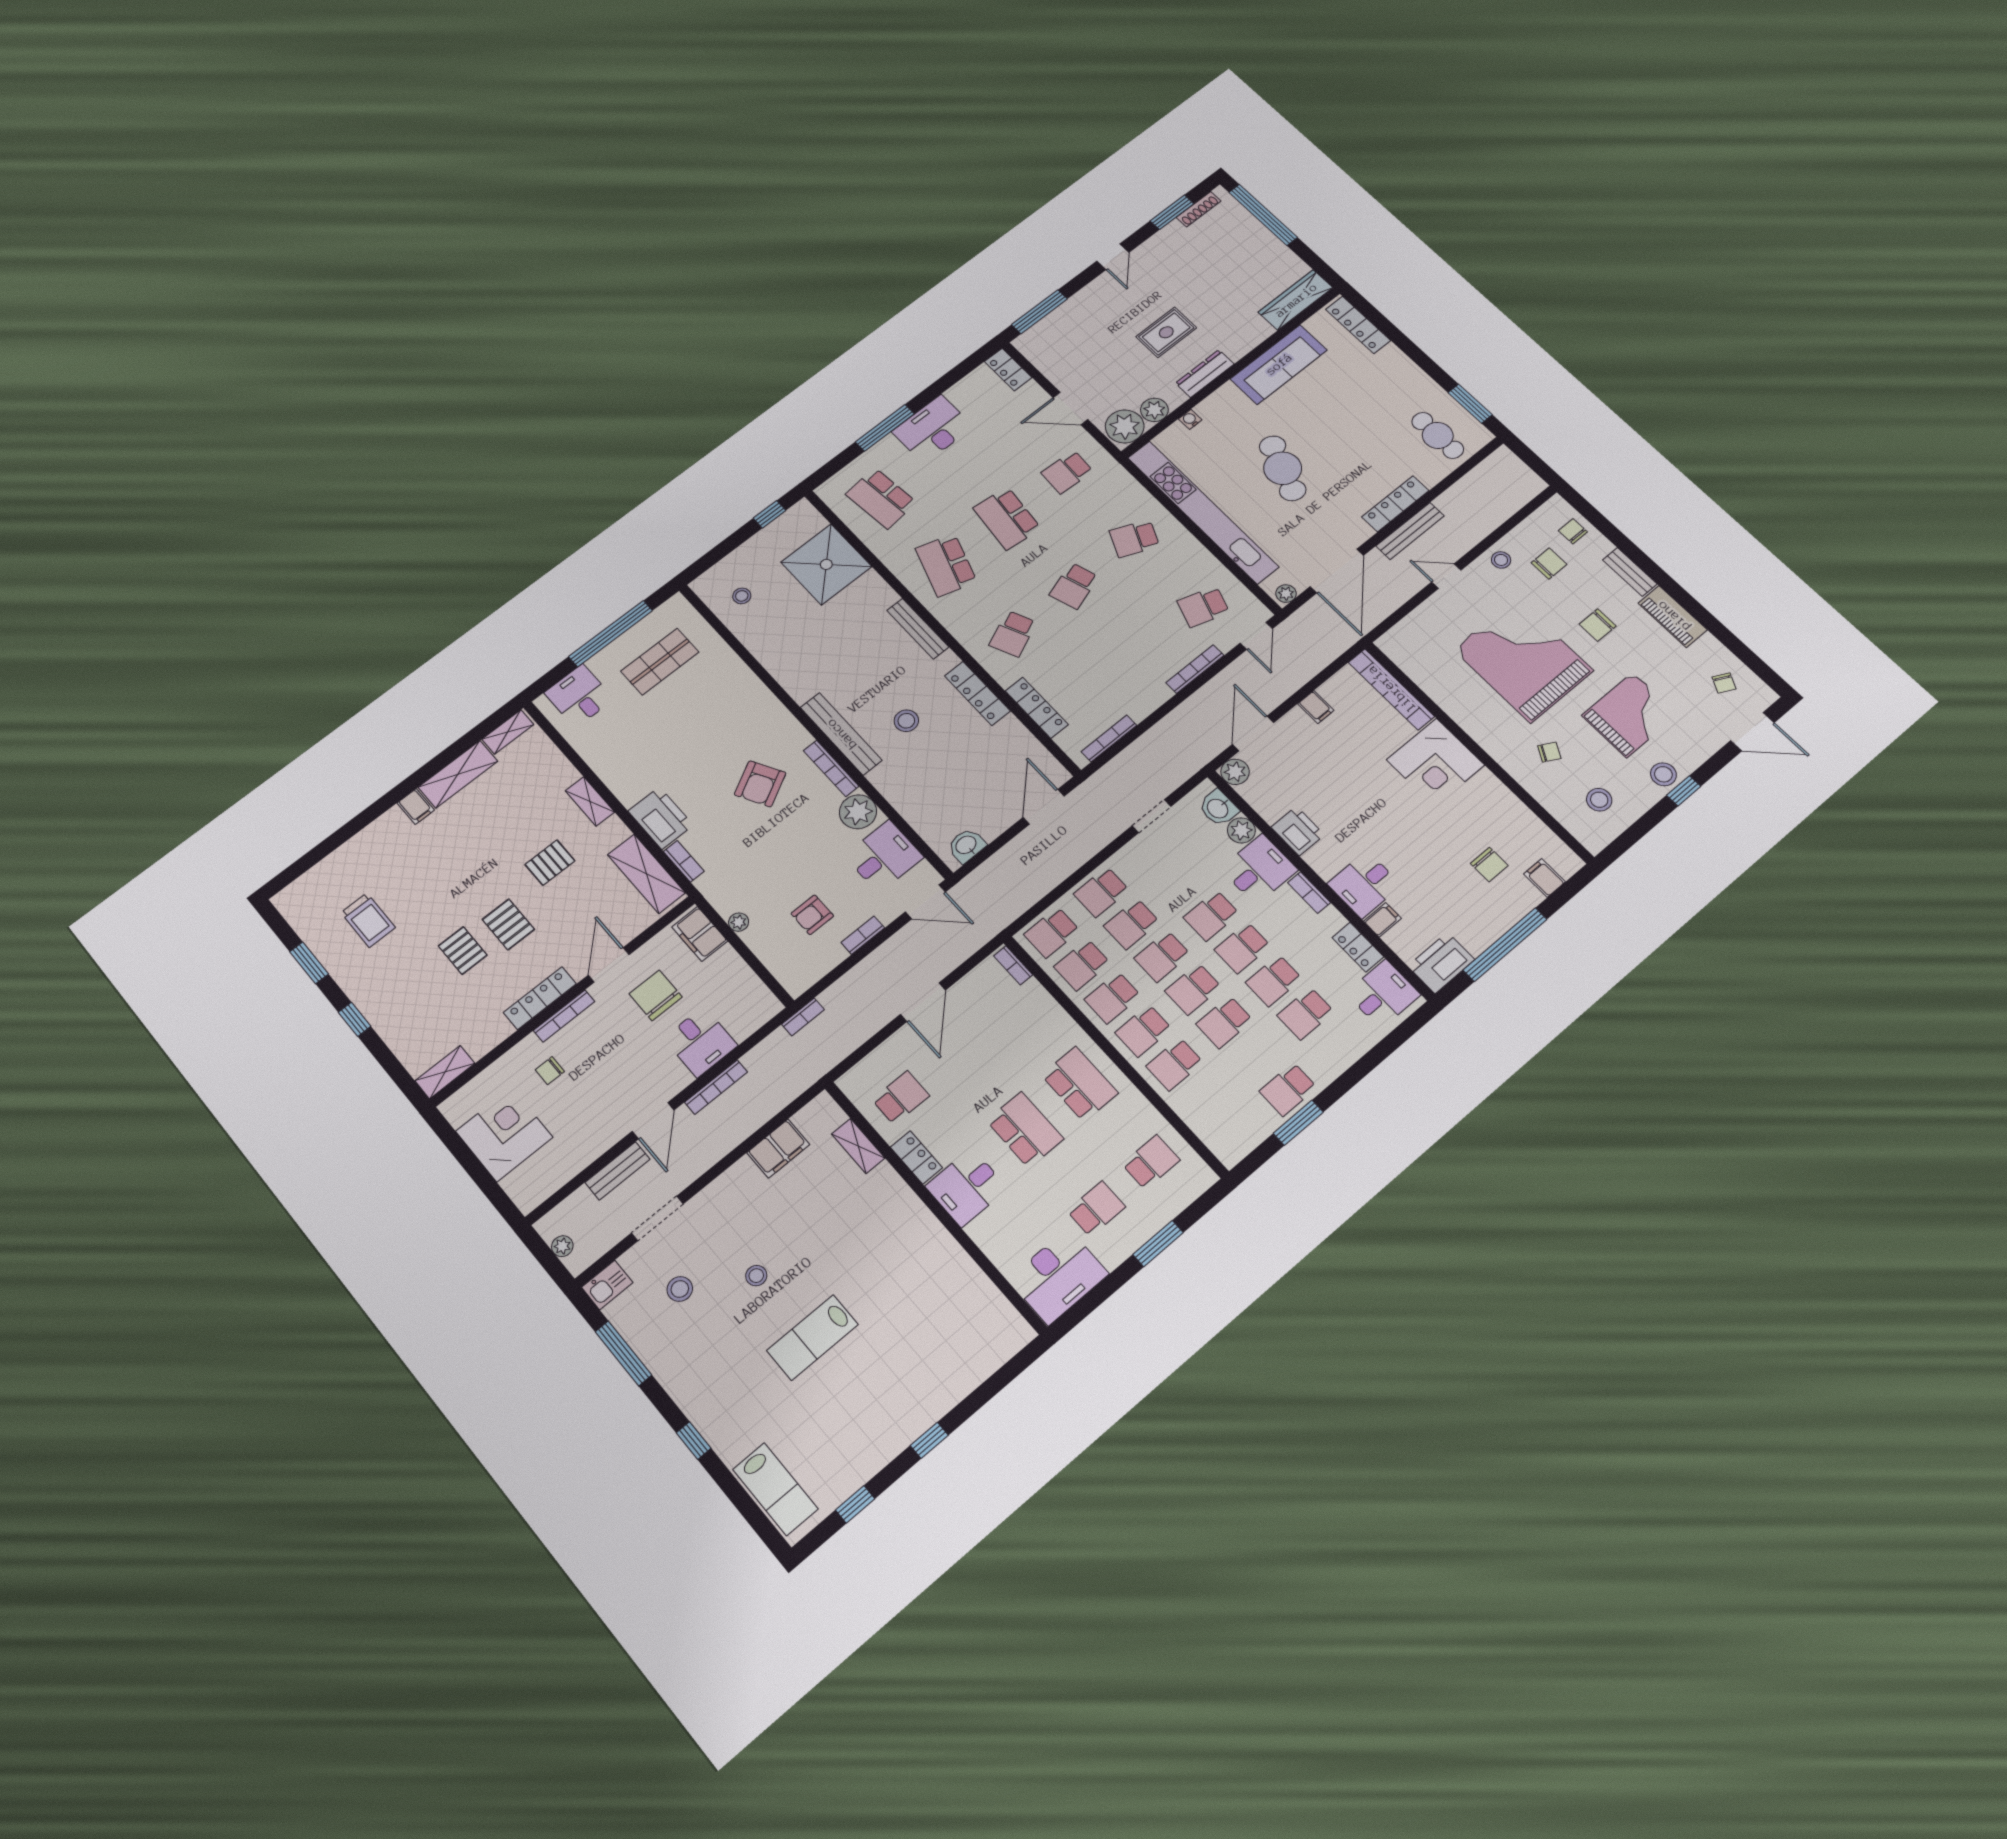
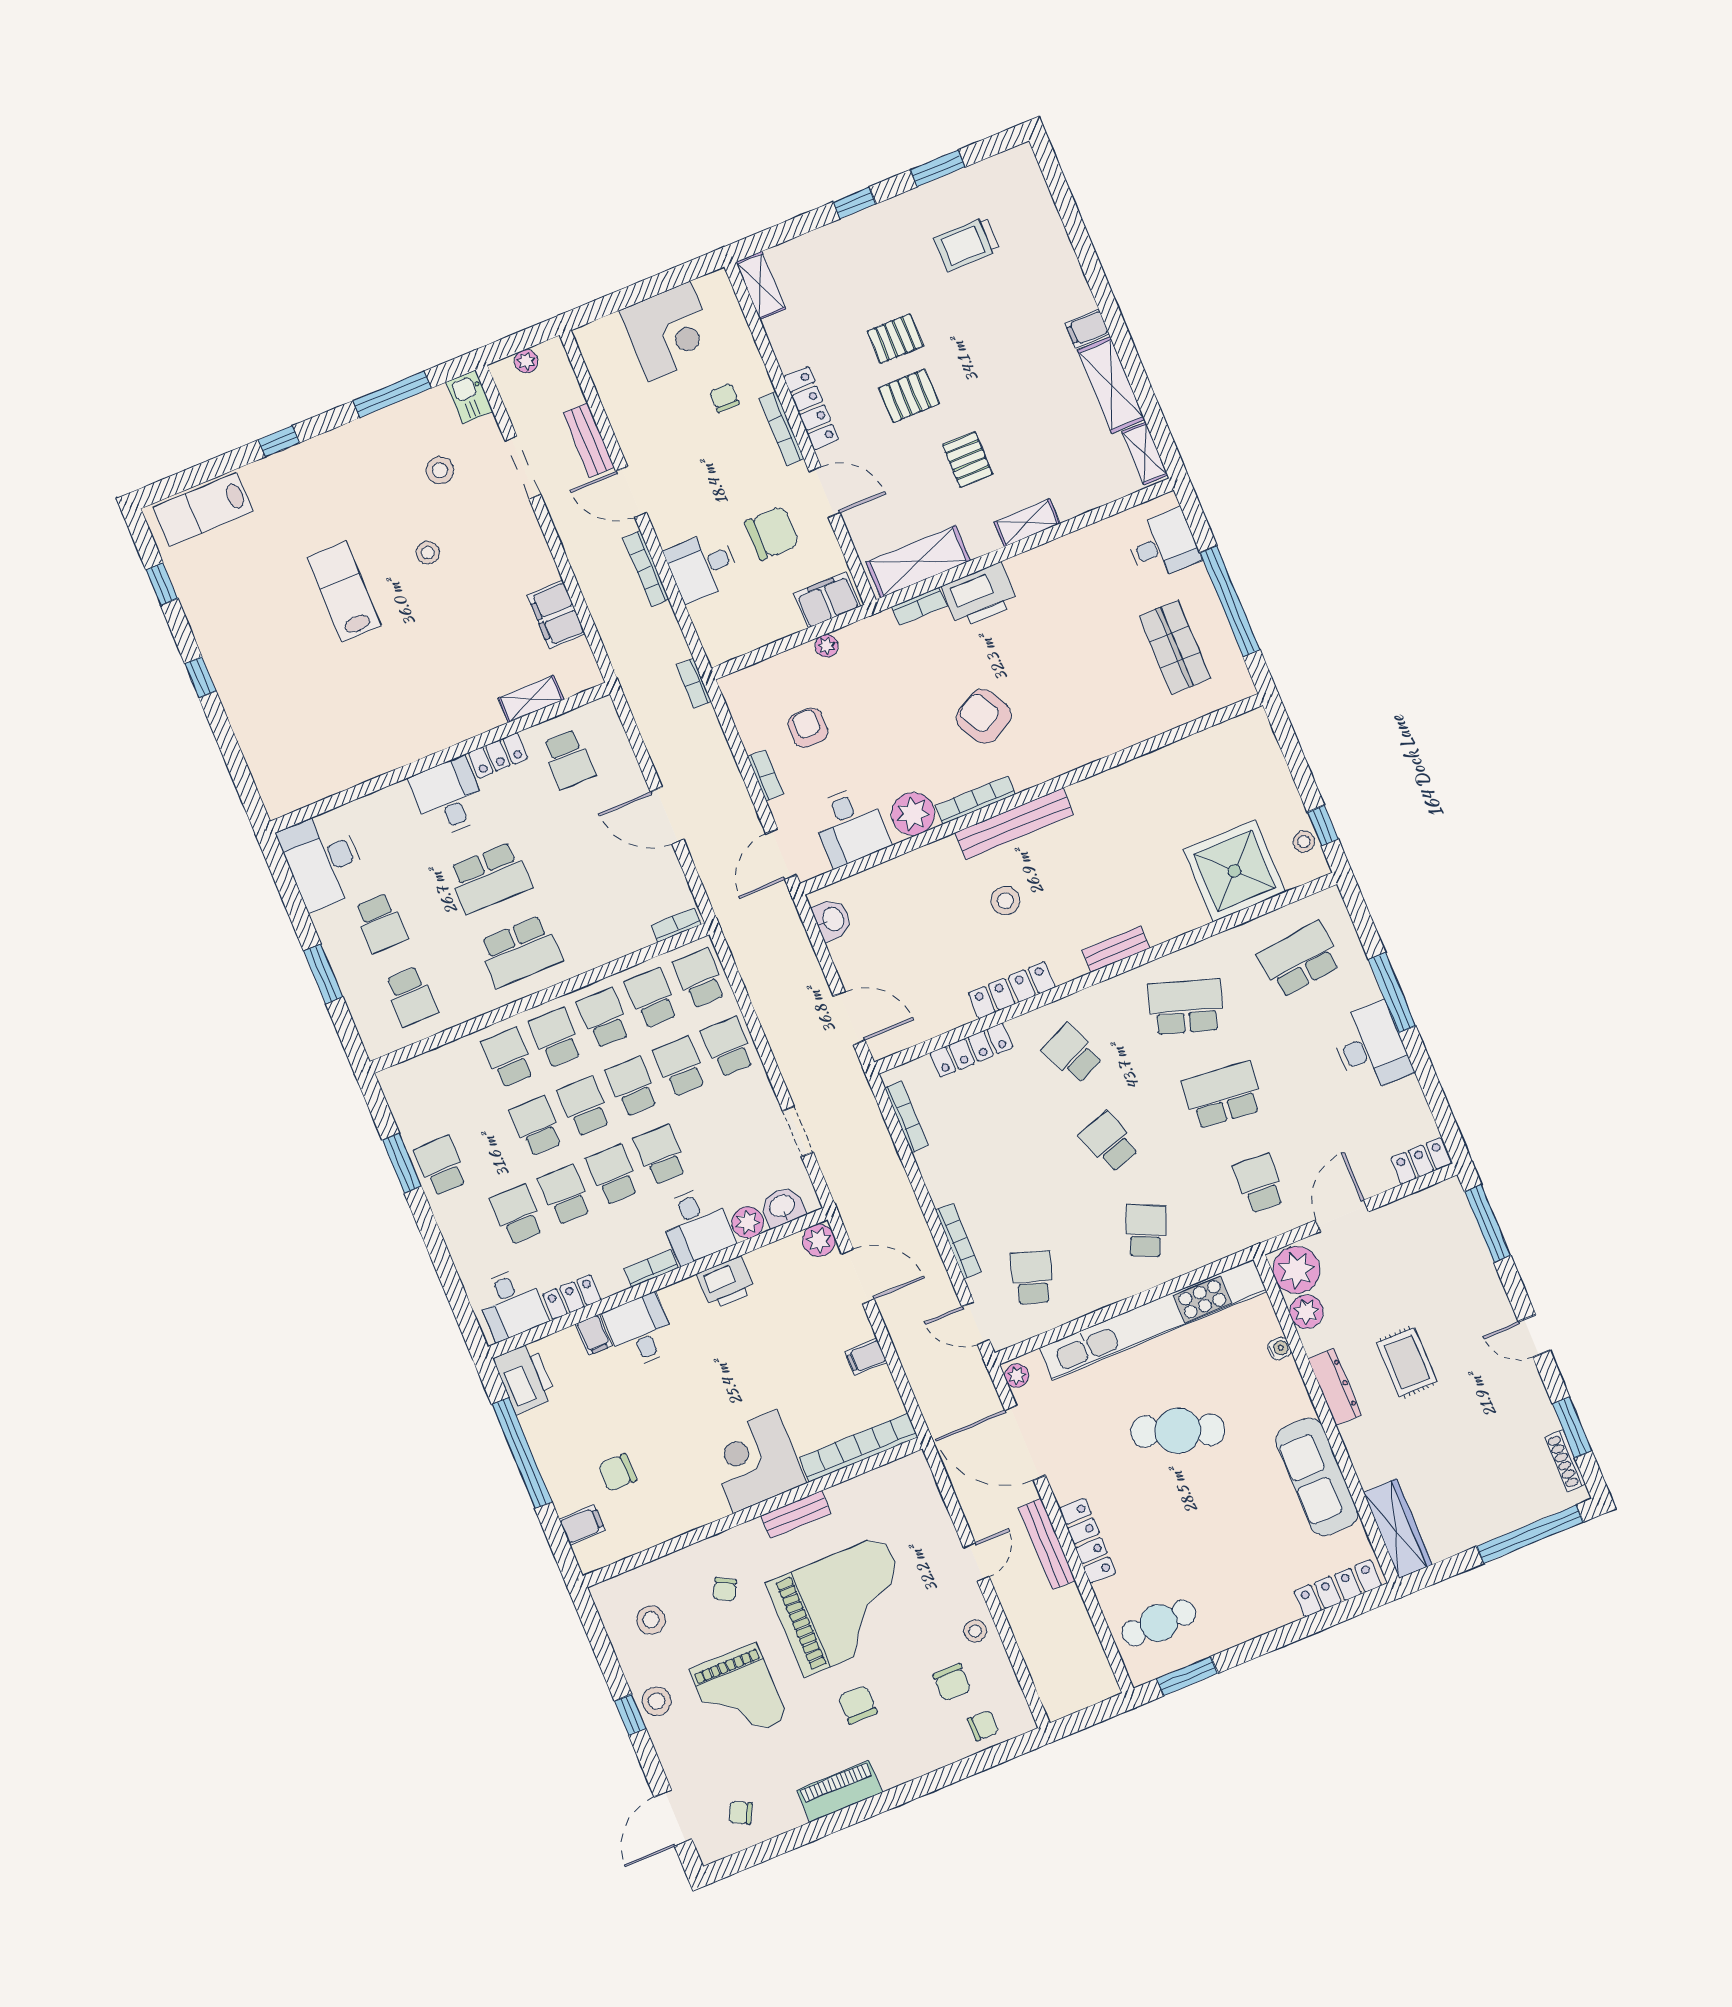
bench: (1630, 572) -> (796, 1514), moved
stool: (742, 596) -> (1304, 842), moved
bench: (918, 629) -> (1116, 949), width x0.73

